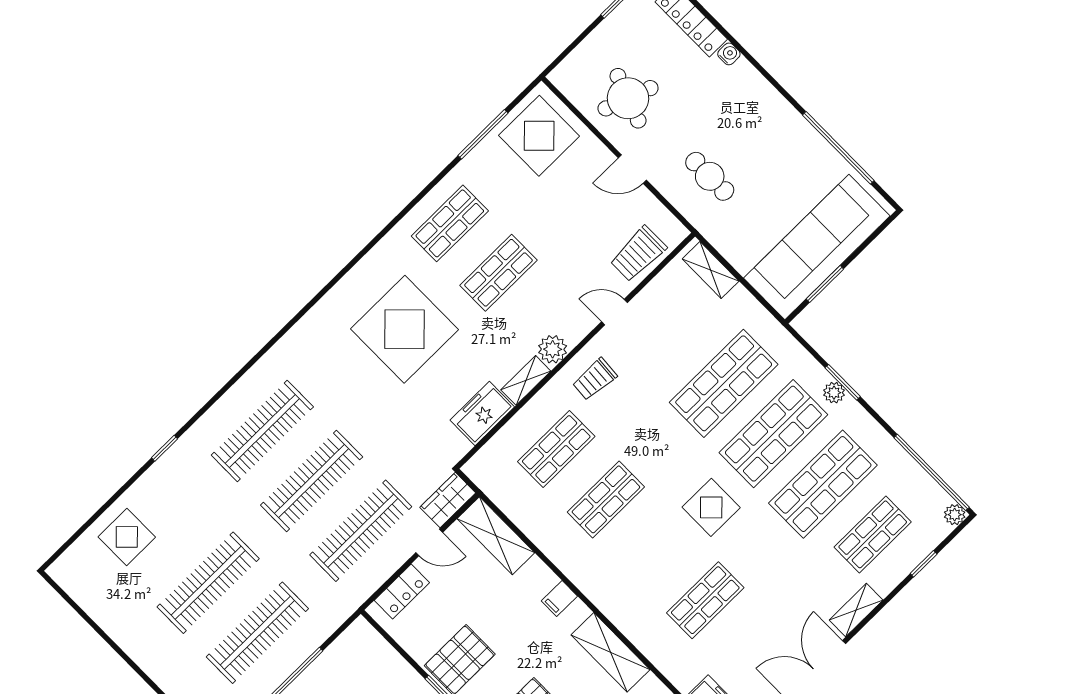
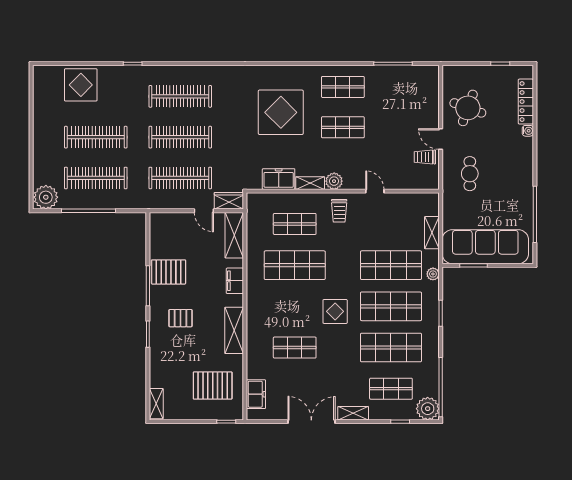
display table: (539, 136) -> (416, 87), removed
trolley: (638, 254) -> (425, 157), moved, width x0.73, depth x0.72
shelving: (711, 270) -> (432, 233), moved
trolley: (595, 379) -> (339, 211), turned -94
plant: (834, 393) -> (433, 274), moved
shop shelf: (606, 499) -> (295, 265), width x1.43, depth x1.36
plant: (955, 515) -> (428, 409), width x1.88, depth x1.88
display table: (127, 537) -> (81, 85), width x1.36, depth x1.36
locker: (402, 591) -> (172, 220), removed
filing cabinet: (559, 598) -> (235, 281), width x2.00

